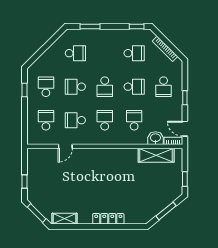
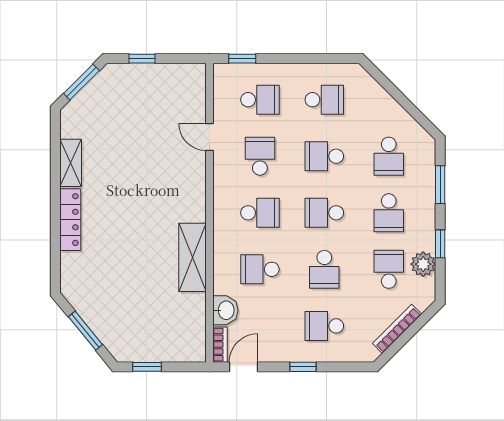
window: (137, 26) -> (440, 244), moved
plant: (131, 35) -> (423, 264), added
school desk: (105, 53) -> (389, 213), added
school desk: (134, 53) -> (389, 269), turned 180
school desk: (75, 87) -> (324, 156), turned -90
window: (25, 90) -> (242, 59), moved
school desk: (134, 120) -> (260, 269), turned 180
shelving: (156, 155) -> (193, 257), moved
shelving: (65, 219) -> (71, 163), moved

